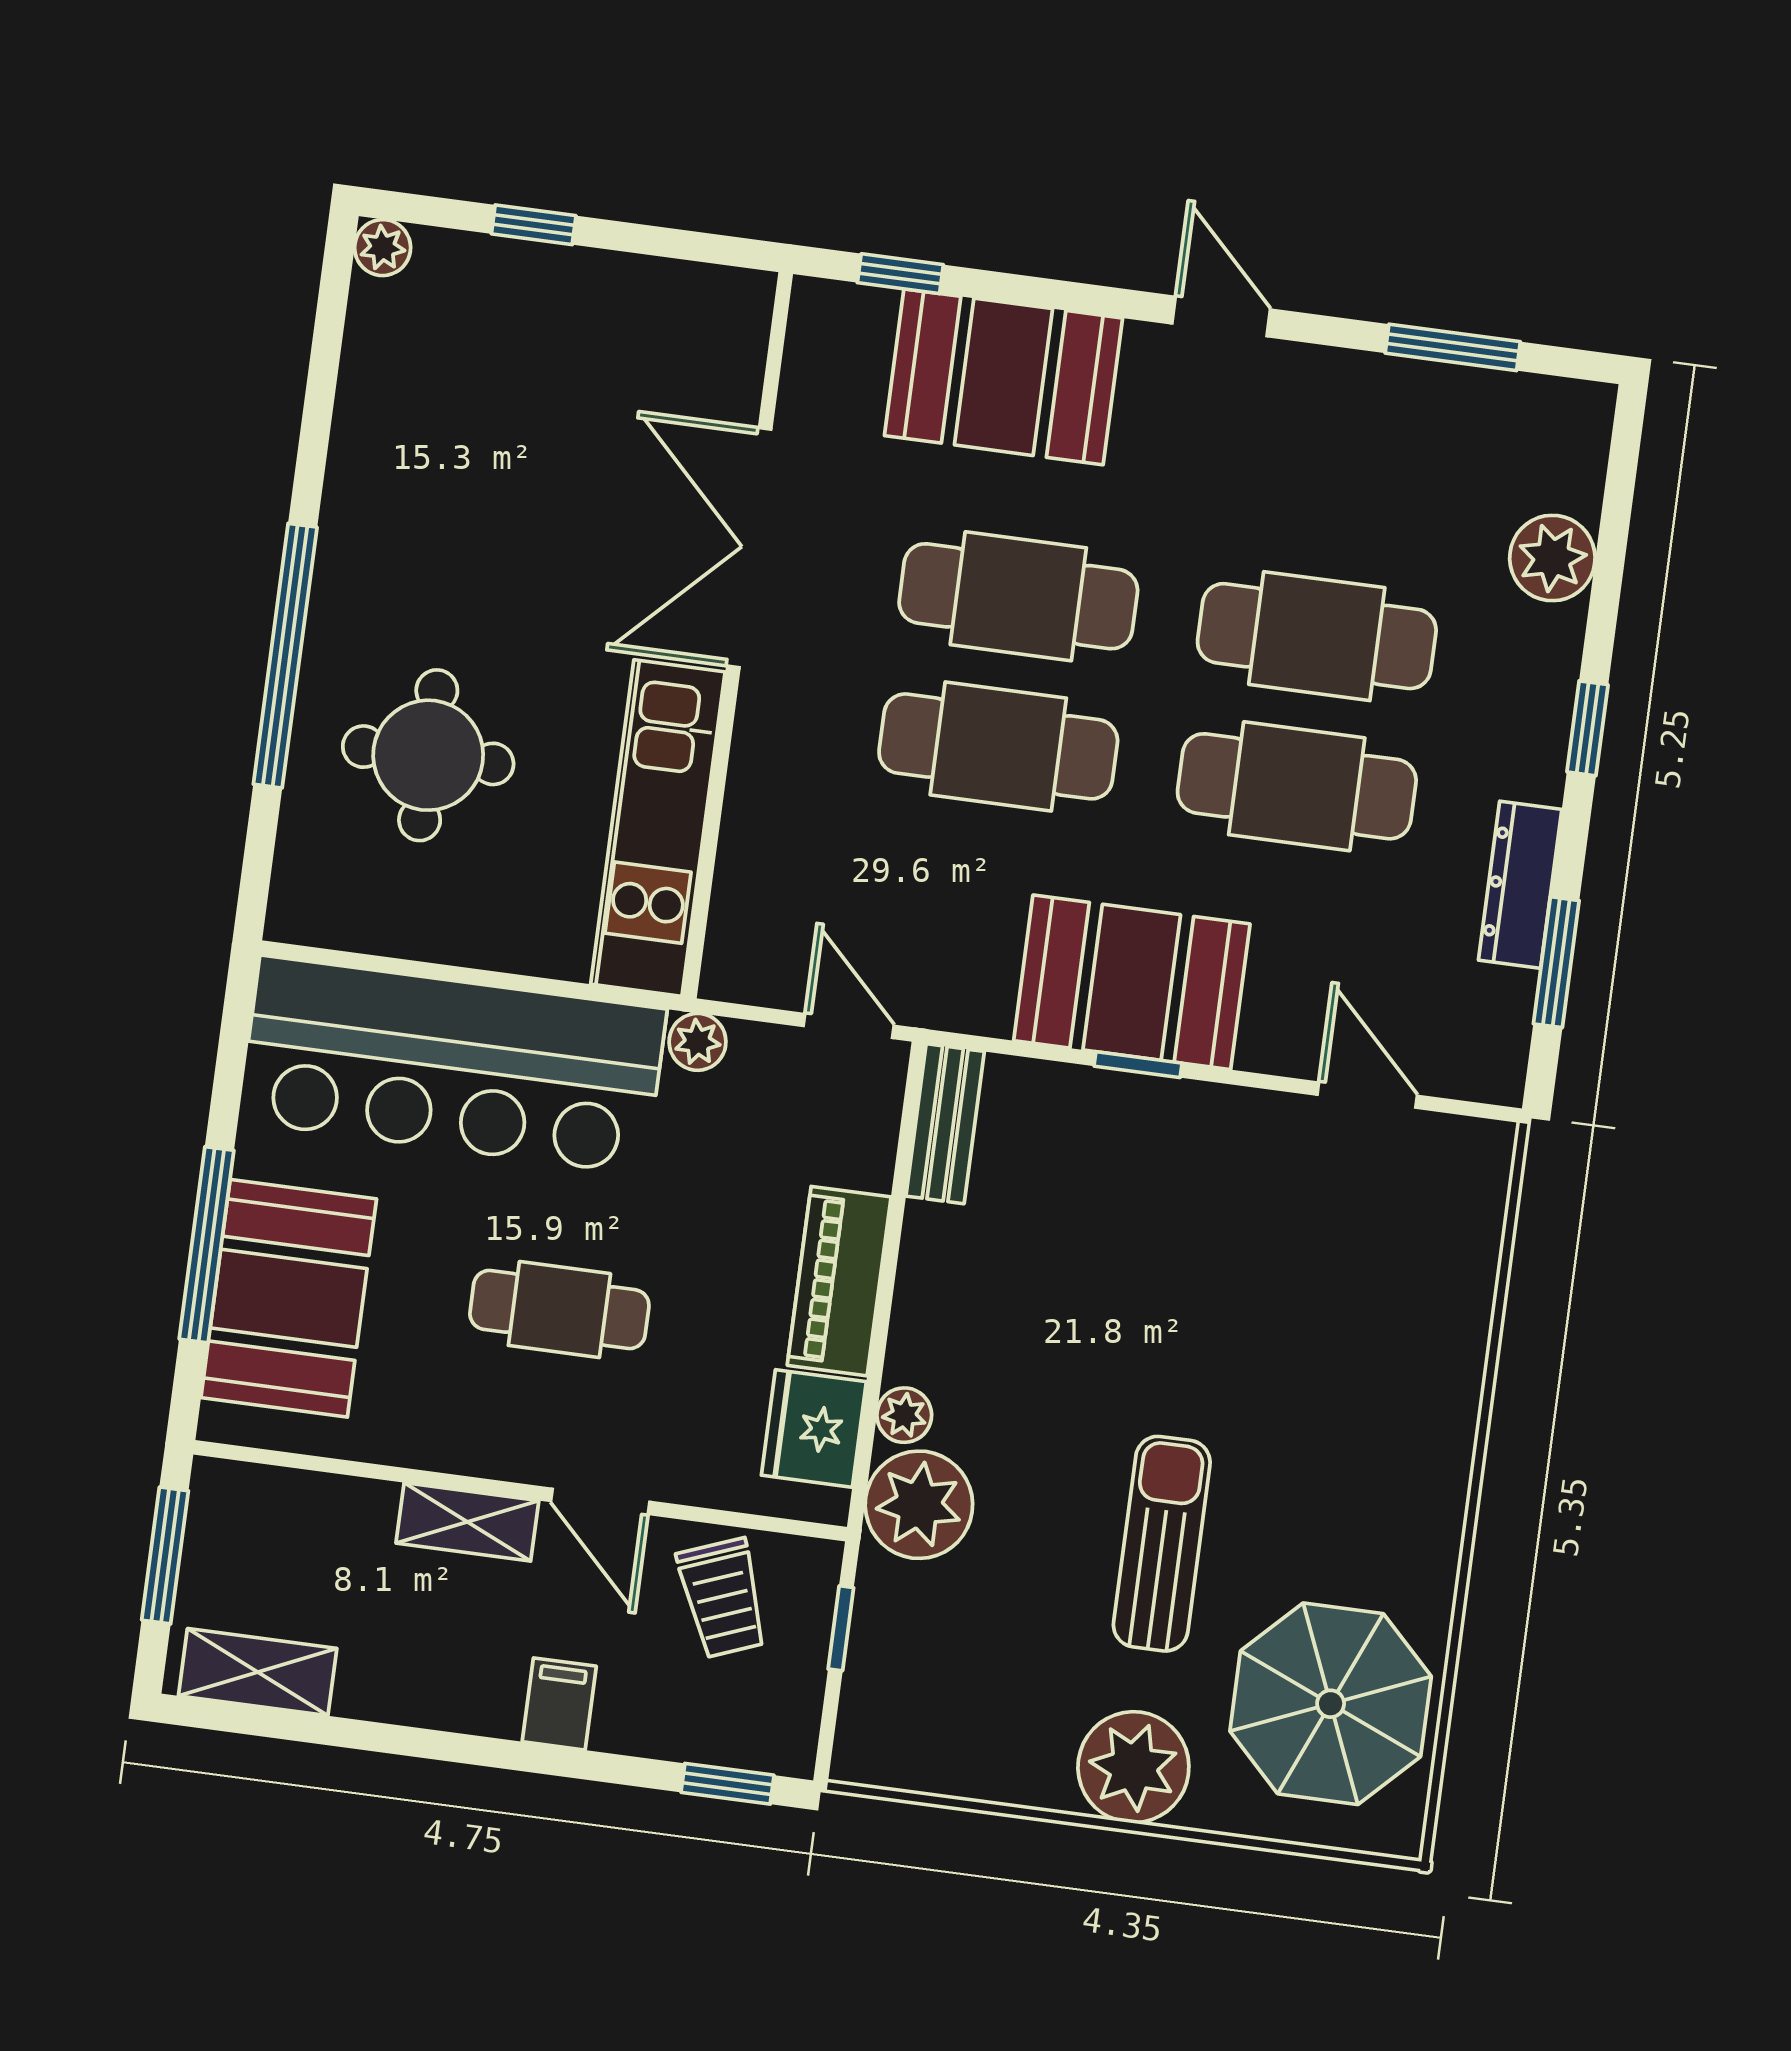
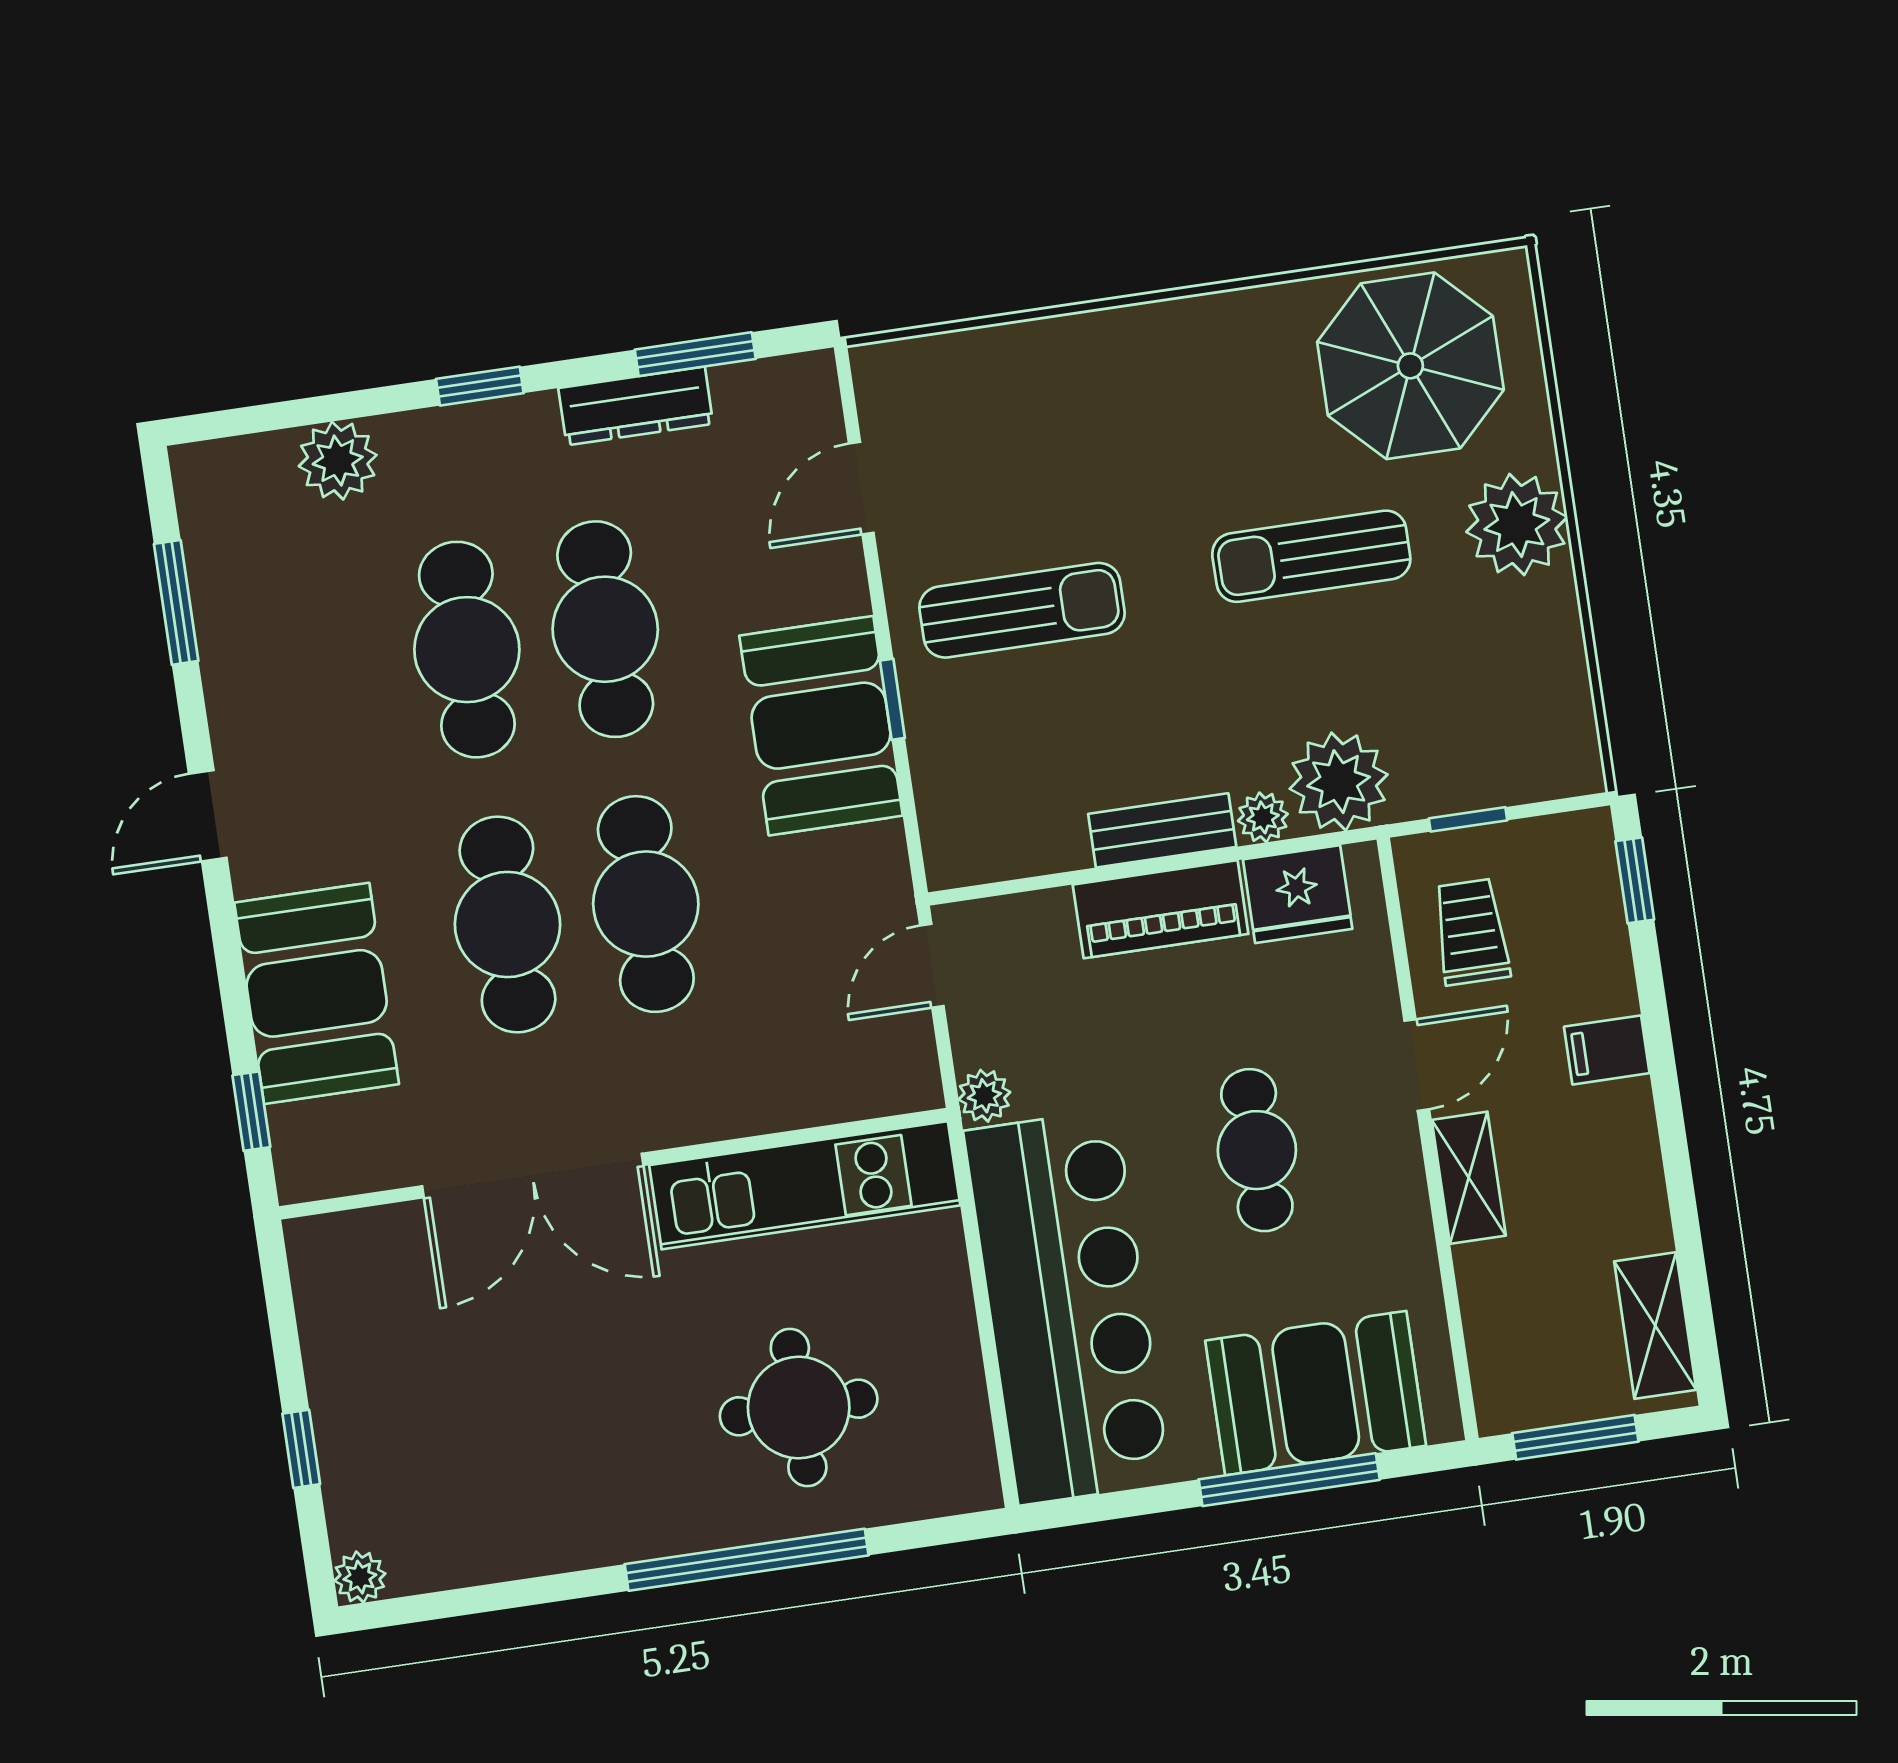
bench: (945, 1124) -> (1162, 830), moved
sun lounger: (1192, 1226) -> (1022, 610), added
trolley: (723, 1598) -> (1471, 932), turned -69

